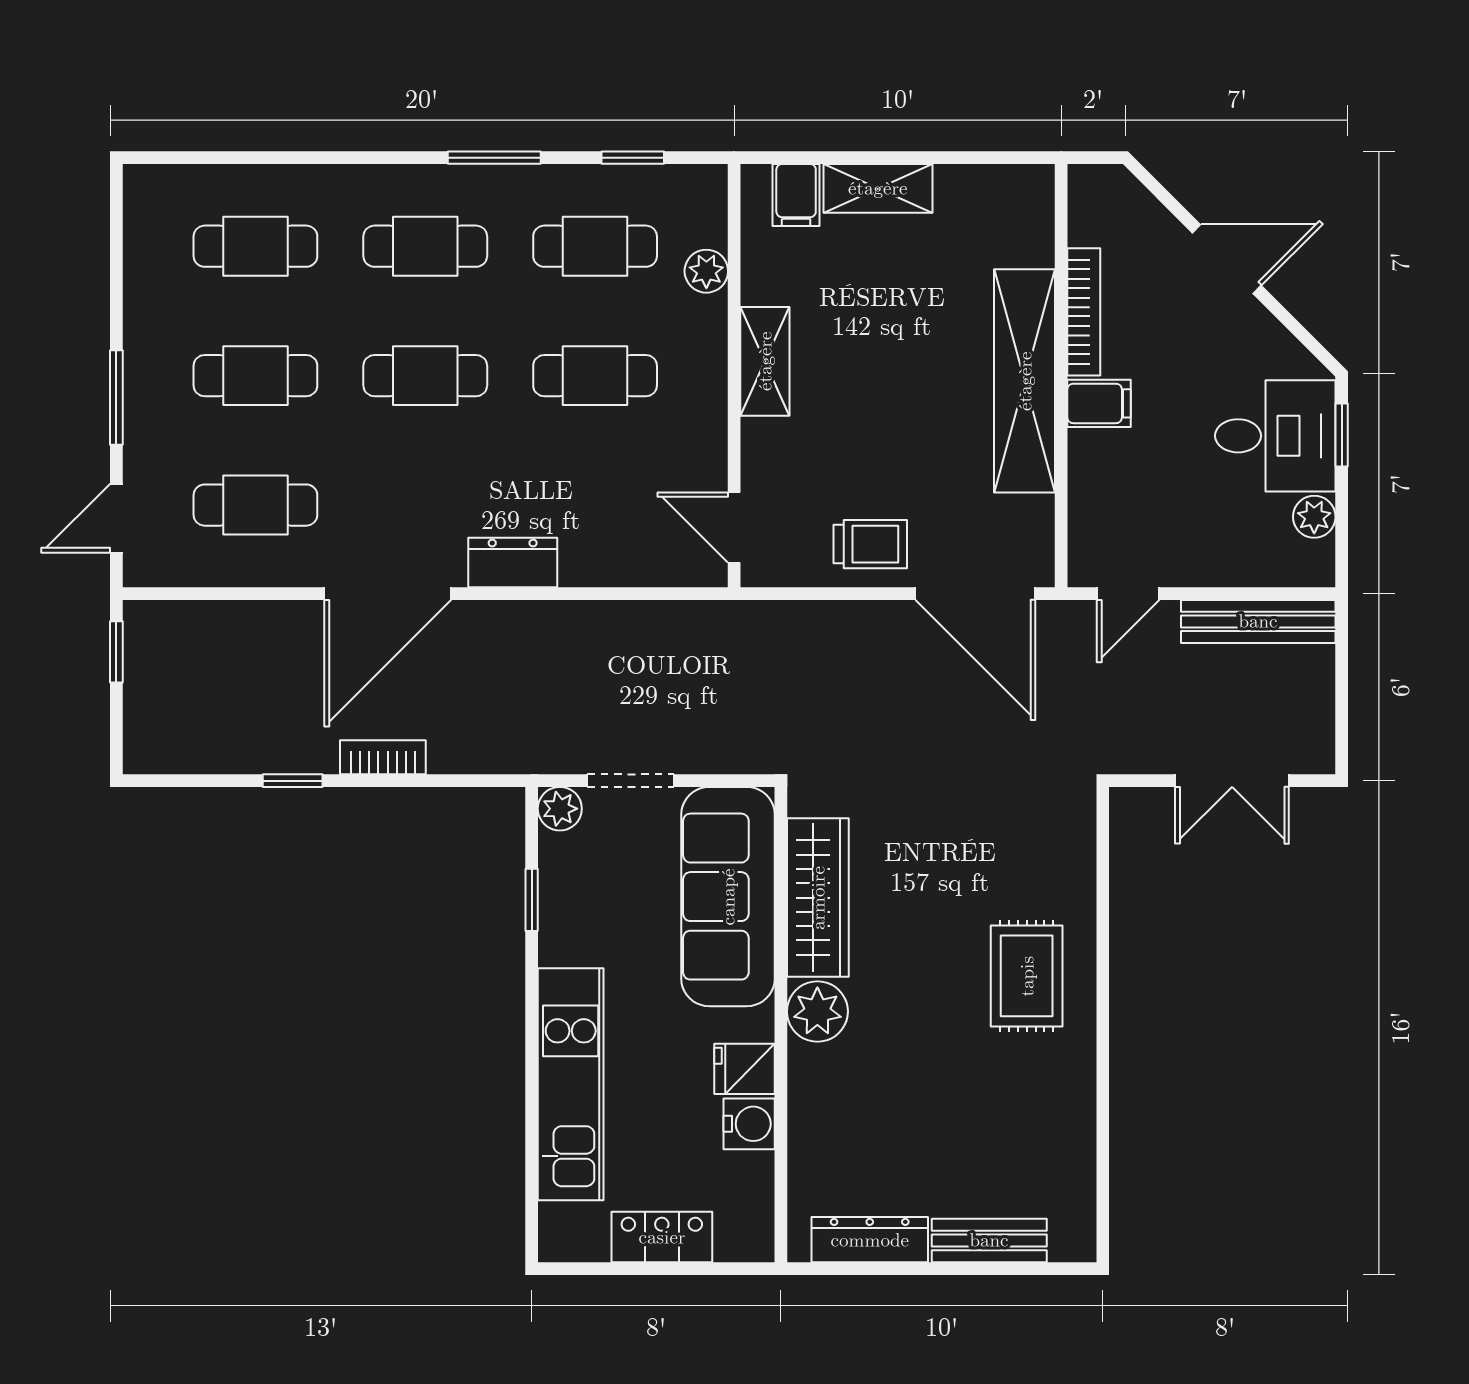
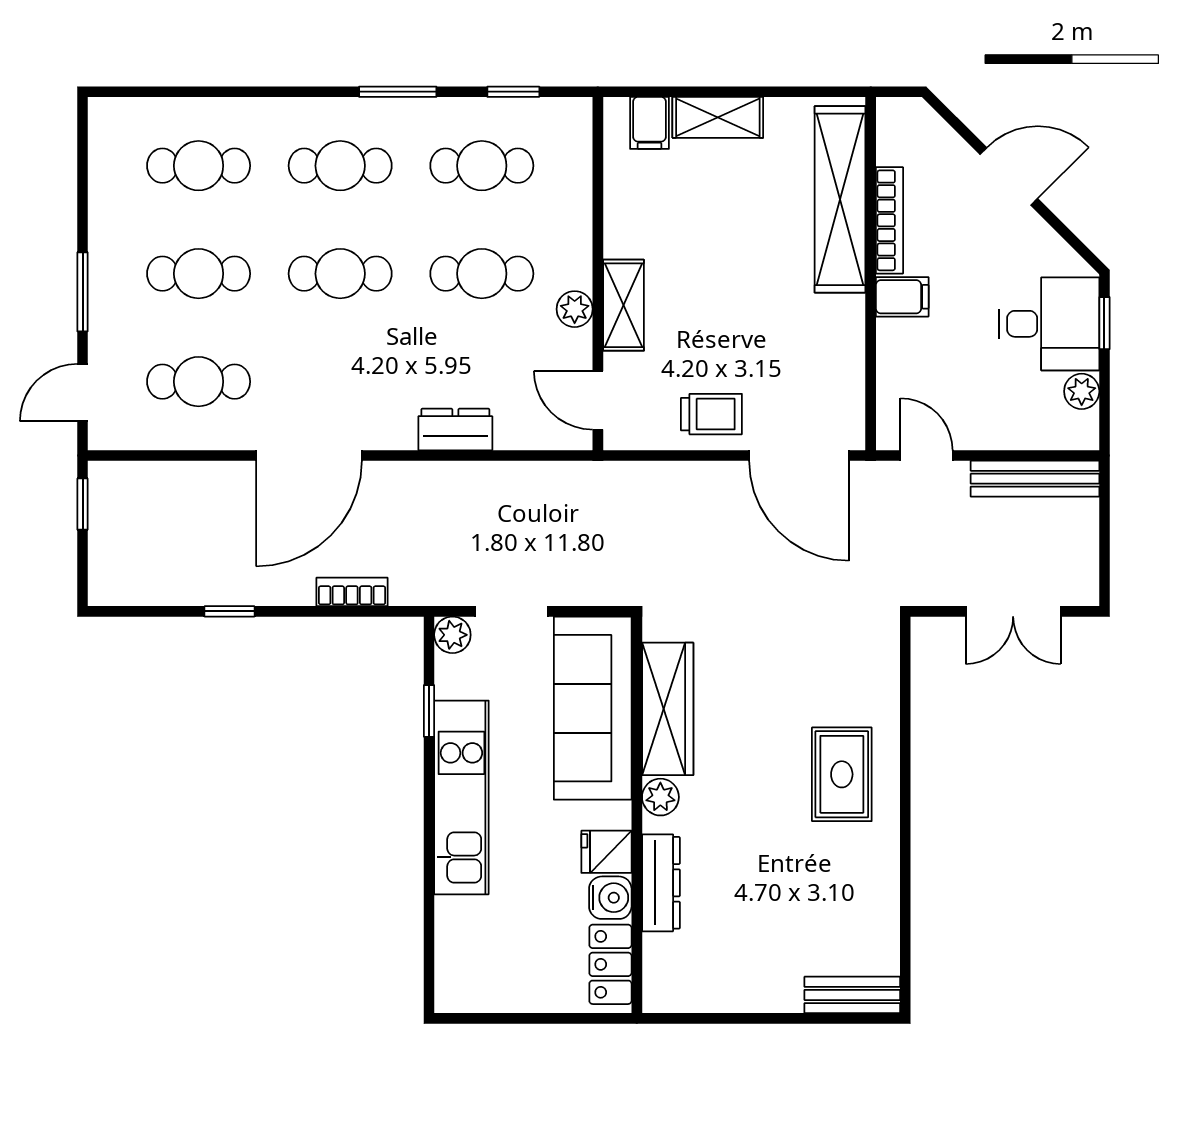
plant: (706, 271) -> (575, 309), moved
shelving: (765, 361) -> (623, 305), moved
shelving: (1025, 381) -> (840, 199), moved
dresser: (513, 562) -> (455, 429), moved
door: (1128, 594) -> (927, 455), swing flipped
bookcase: (383, 757) -> (352, 592), moved
plant: (817, 1011) -> (660, 797), width x0.73, depth x0.73
kitchen unit: (571, 1084) -> (461, 797), moved
locker: (662, 1237) -> (610, 964), moved, turned -90
dresser: (870, 1240) -> (661, 883), moved, turned 90
bench: (989, 1240) -> (852, 995), moved

